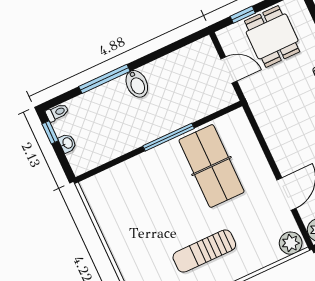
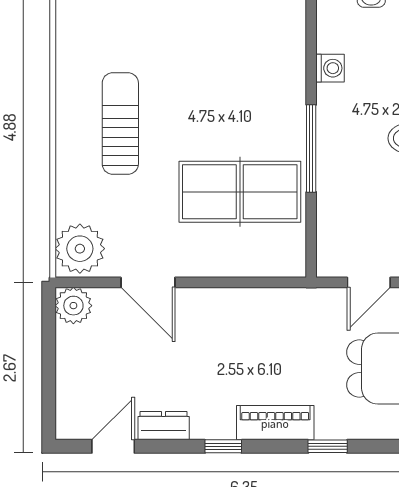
washing machine: (118, 148) -> (330, 68), added
plant: (291, 243) -> (80, 249), width x1.36, depth x1.36

